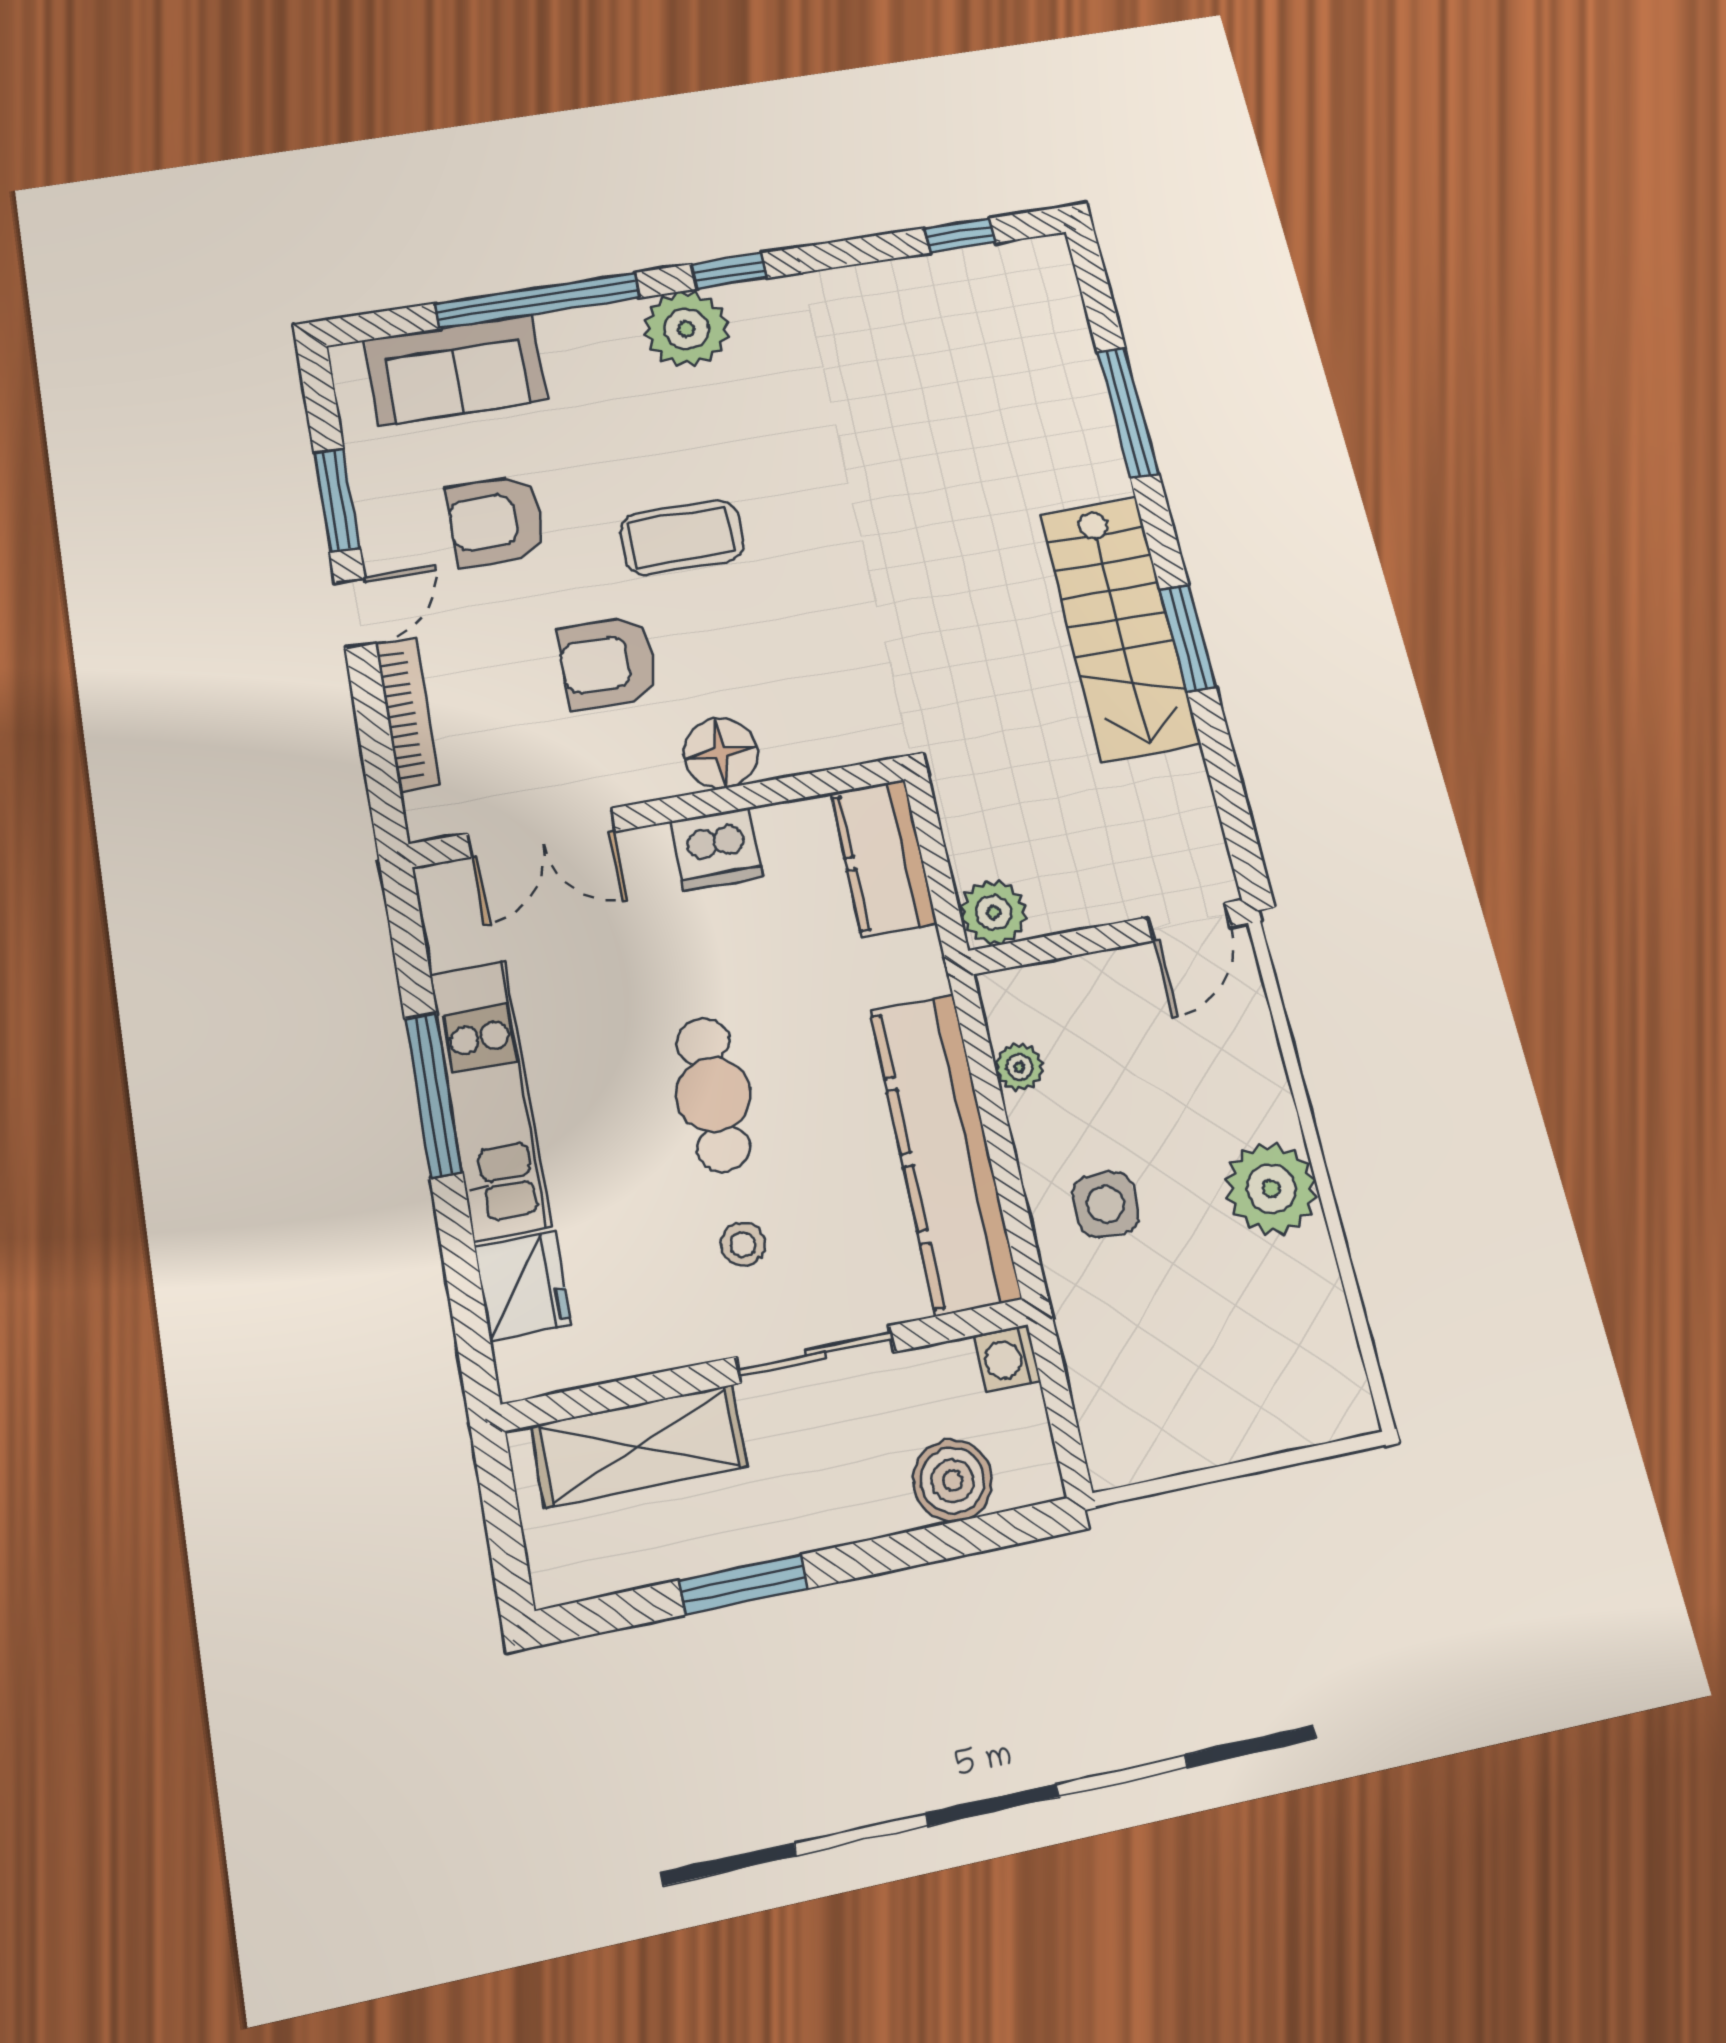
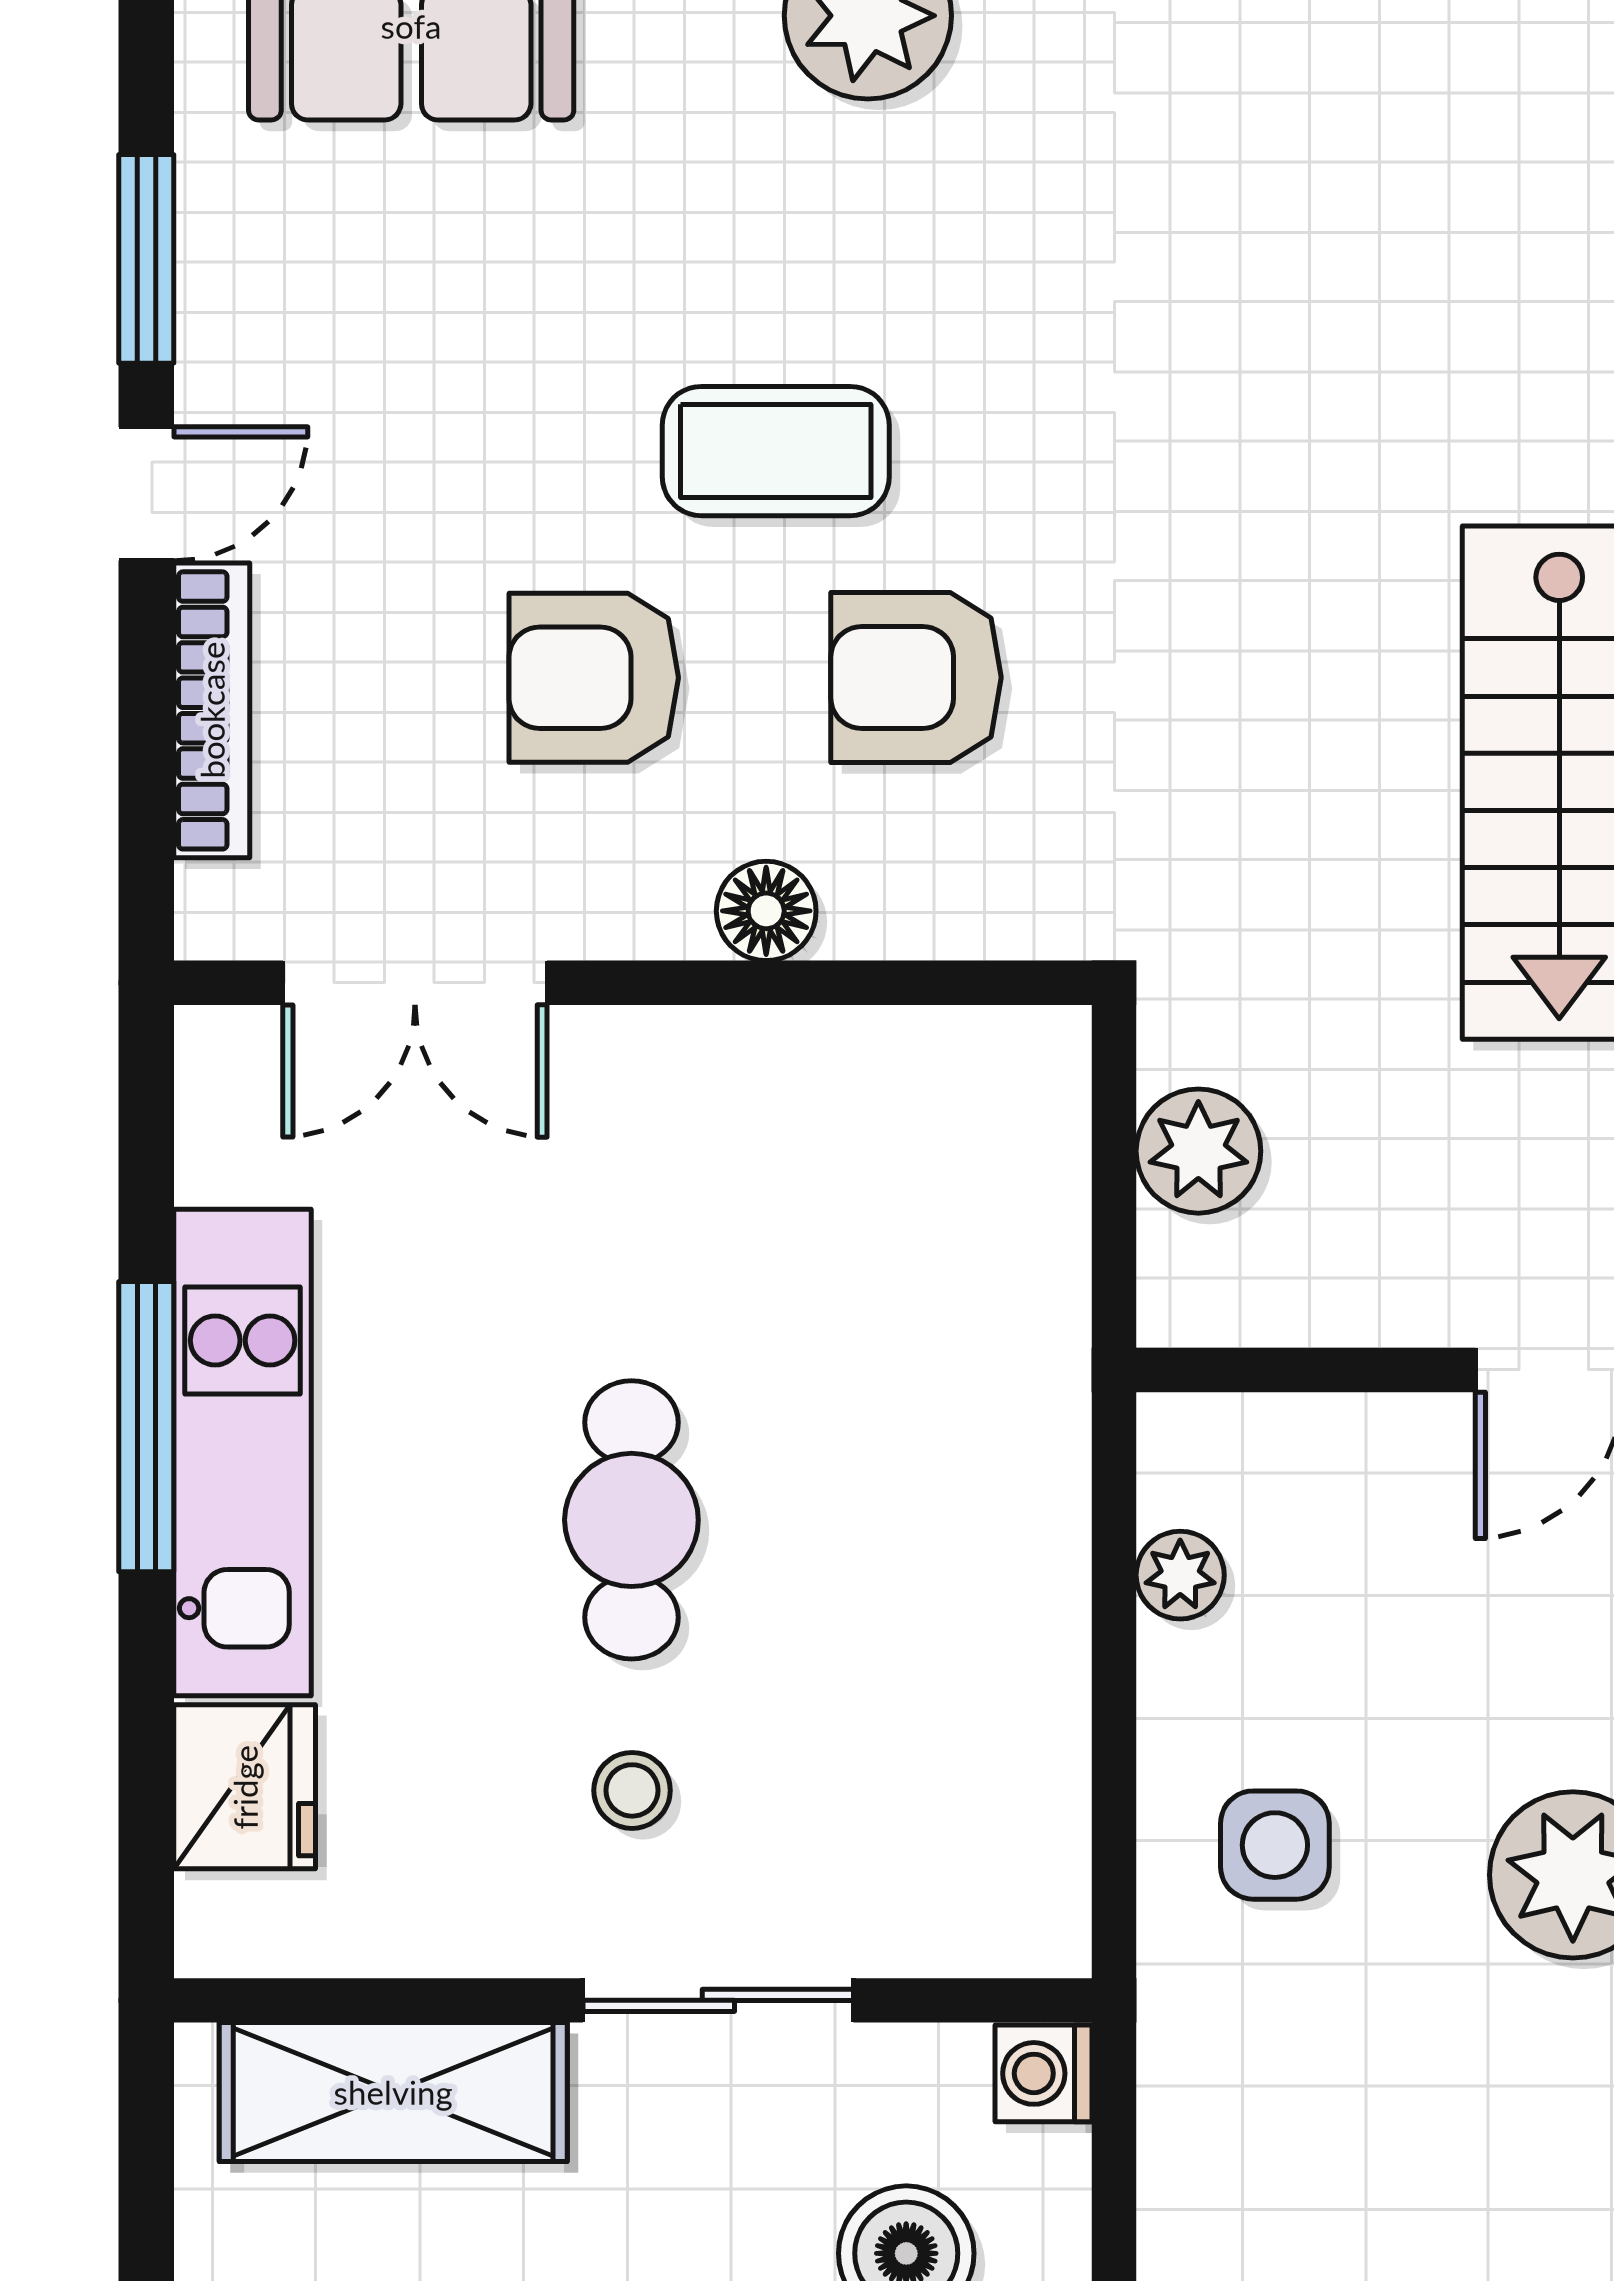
armchair: (496, 521) -> (916, 677), moved
floor lamp: (721, 753) -> (766, 911), width x0.73, depth x0.73
dishwasher: (716, 849) -> (723, 1073), removed
kitchen counter: (883, 858) -> (1022, 1146), removed
plant: (994, 912) -> (1198, 1151), moved
kitchen counter: (945, 1153) -> (1014, 1701), removed

